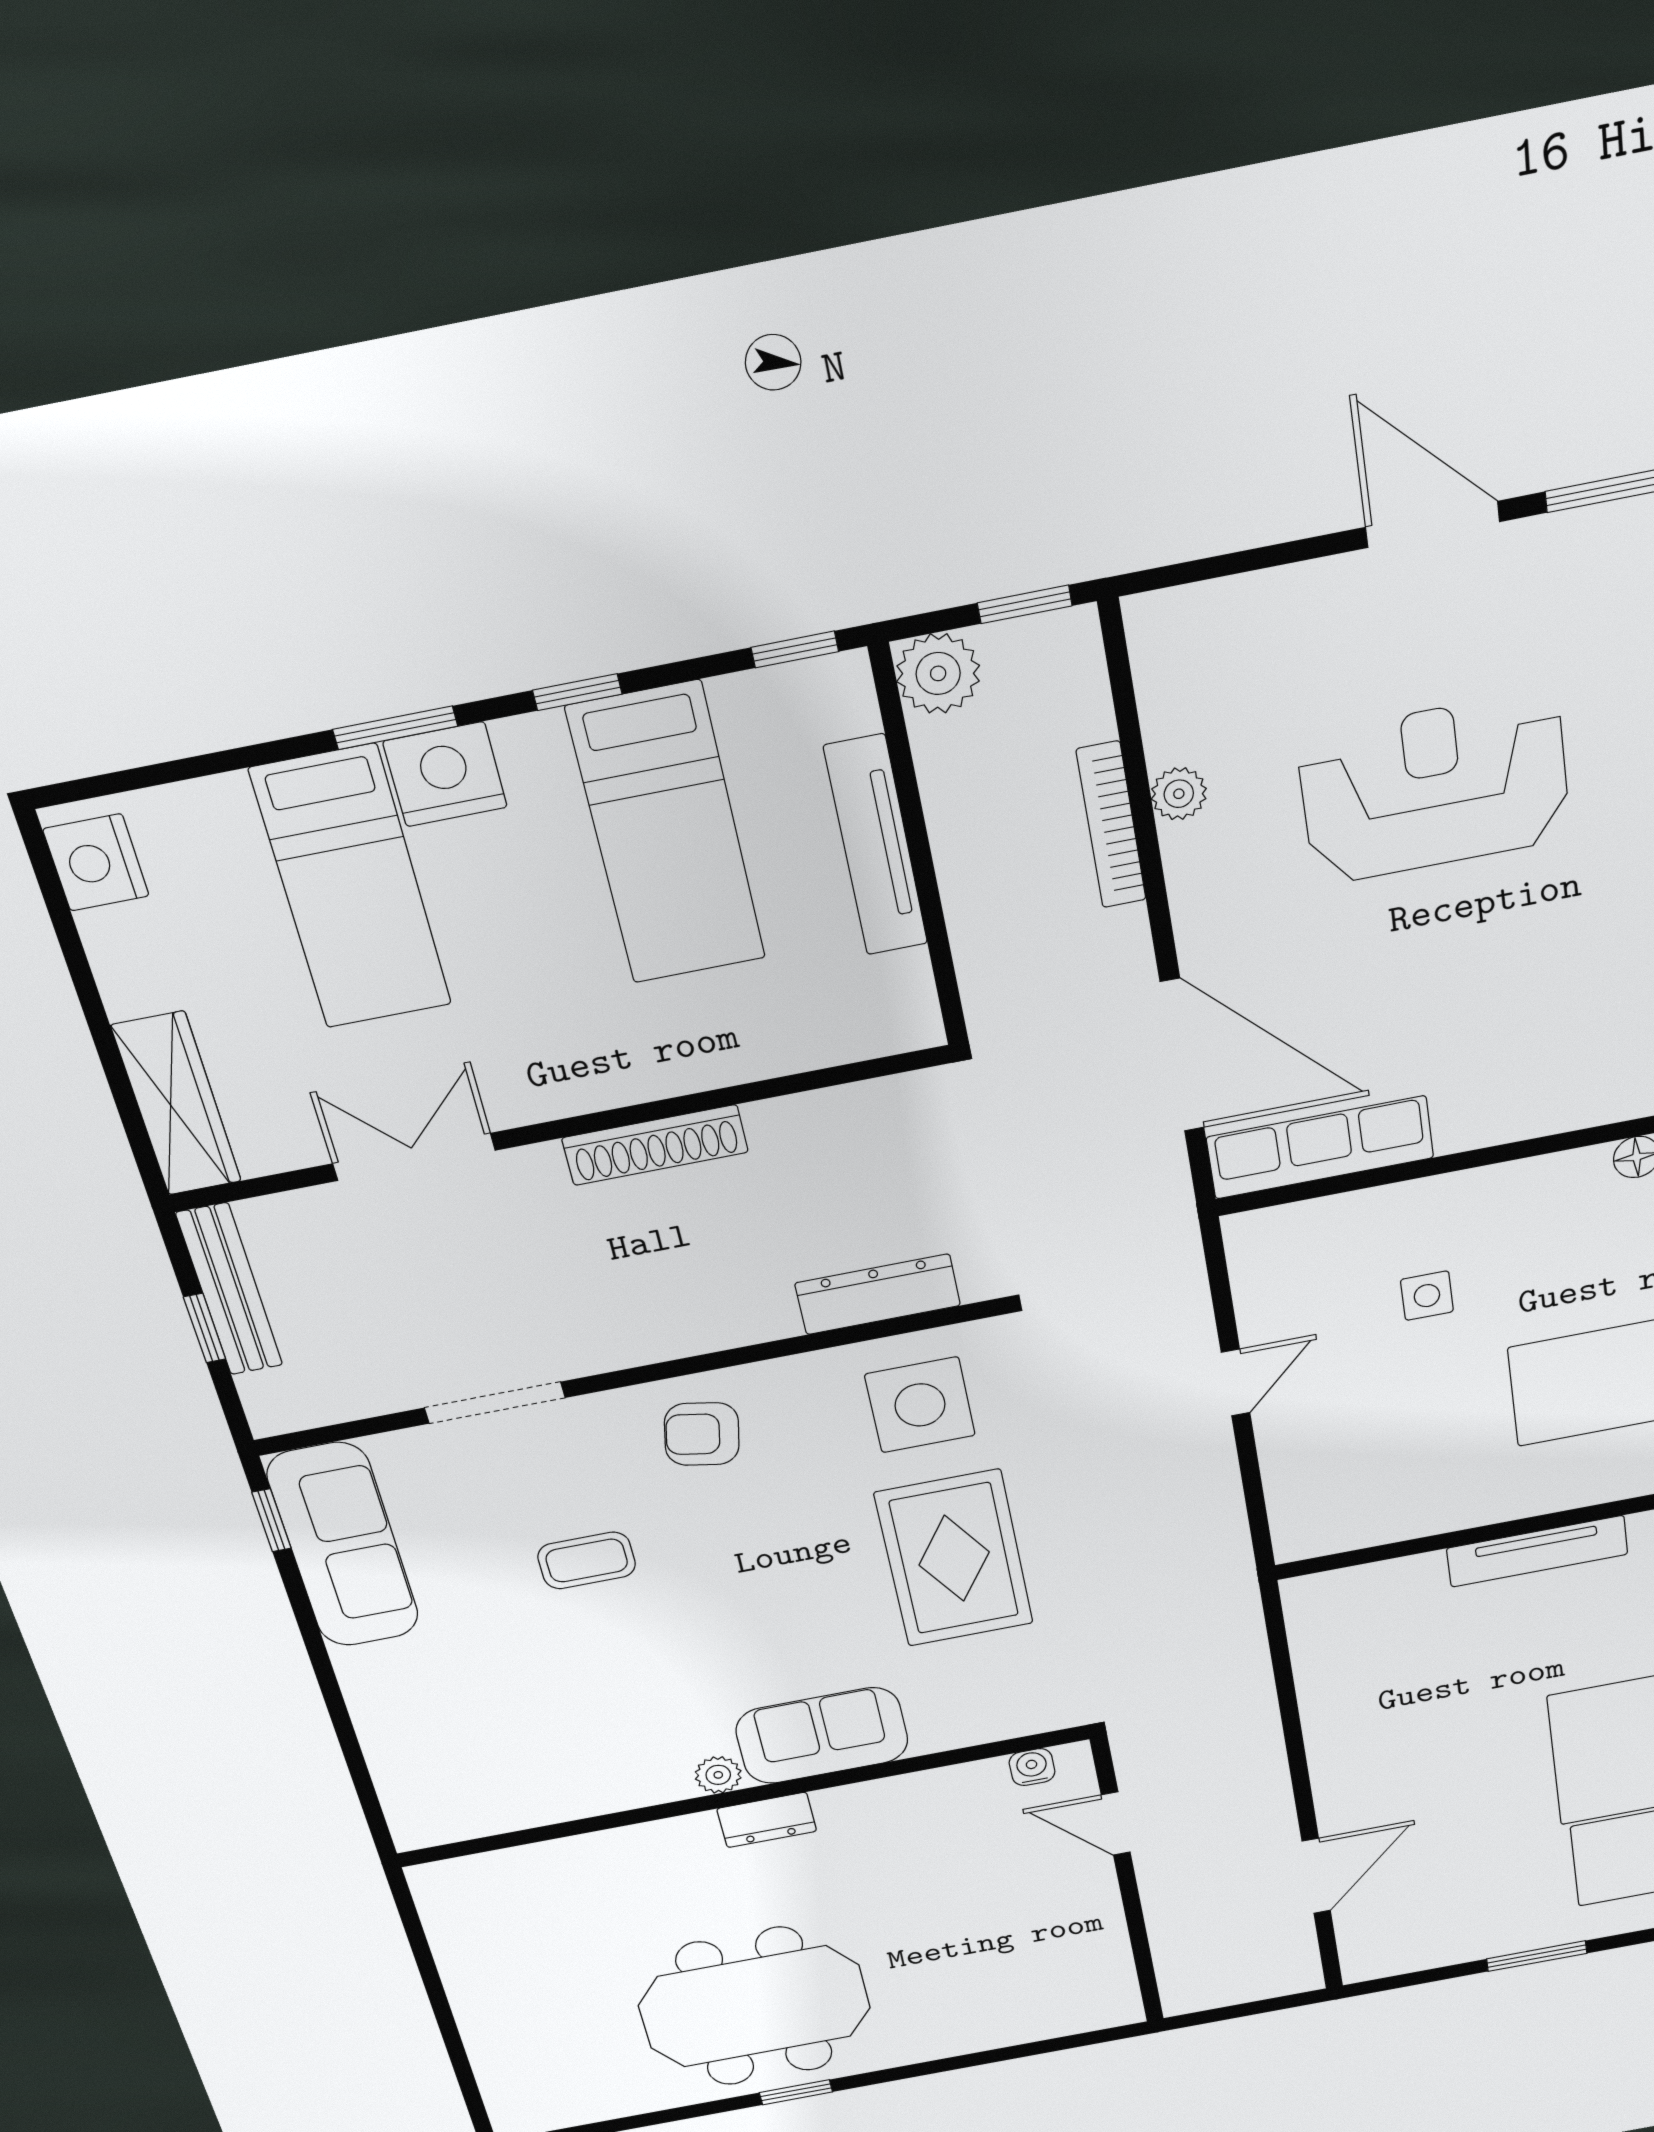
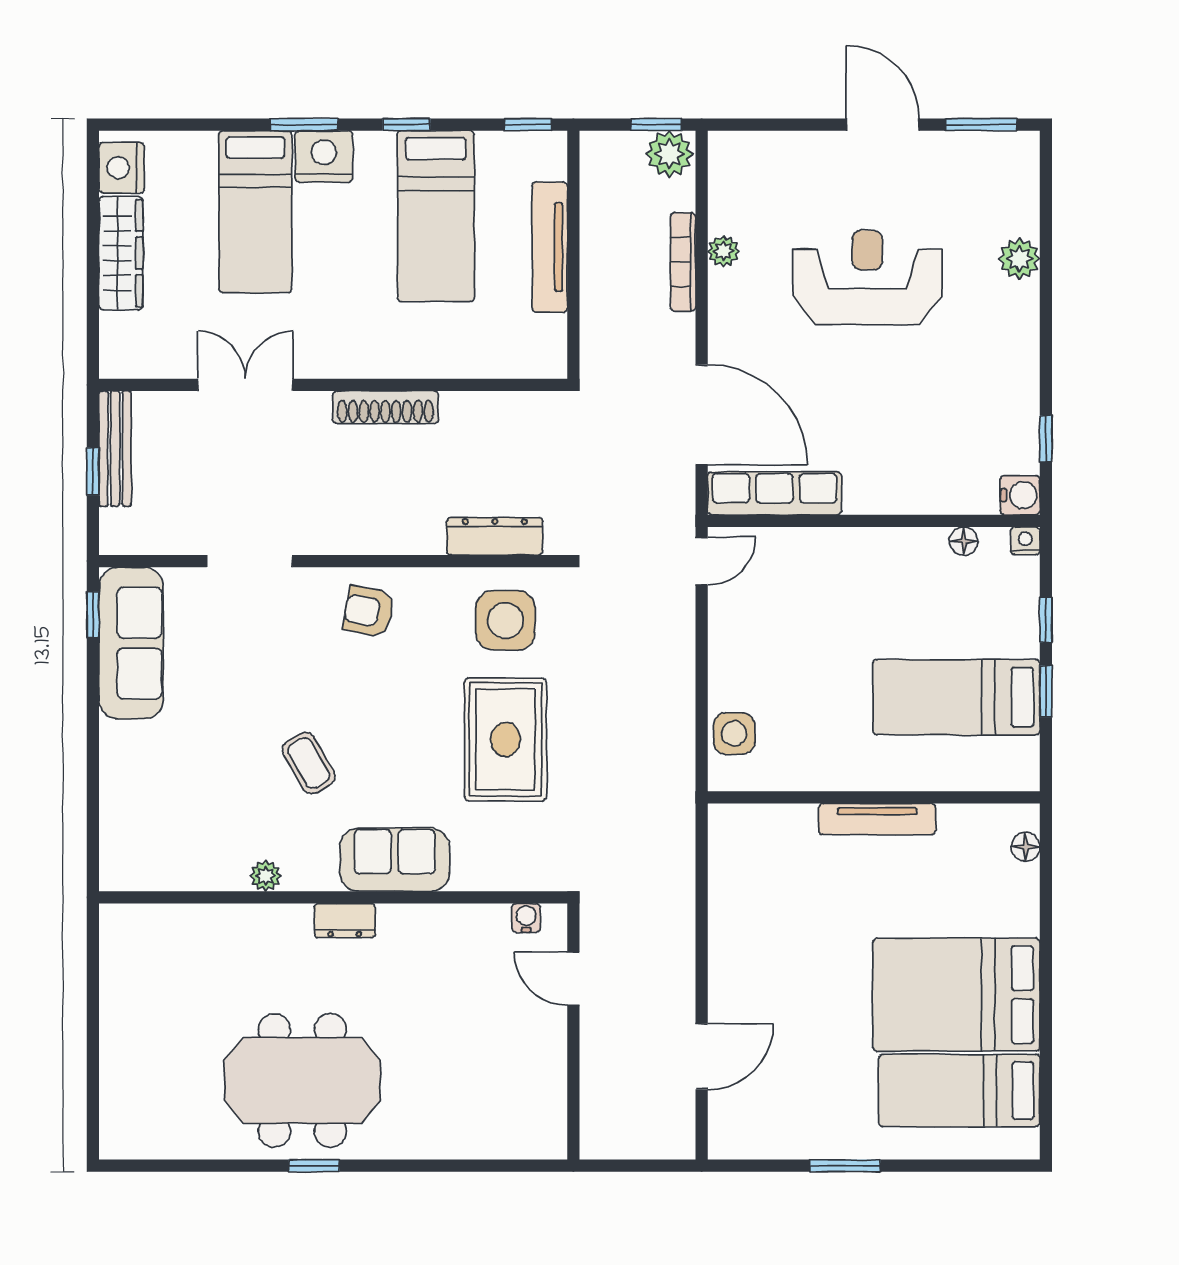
plant: (938, 673) -> (669, 154), moved
wardrobe: (177, 1104) -> (121, 253), moved
side table: (1427, 1296) -> (734, 734), moved, width x1.37, depth x1.37
door: (1236, 1383) -> (702, 561), moved
coffee table: (587, 1560) -> (309, 763), moved, turned 60
plant: (718, 1775) -> (266, 876), moved

